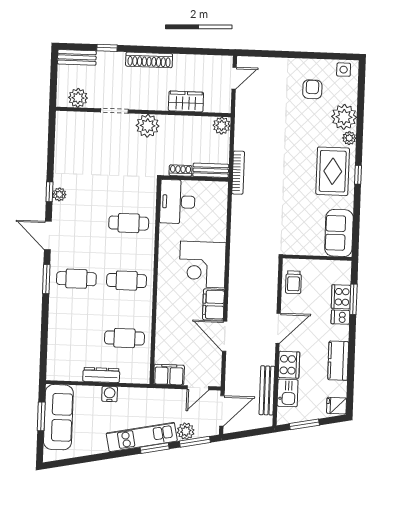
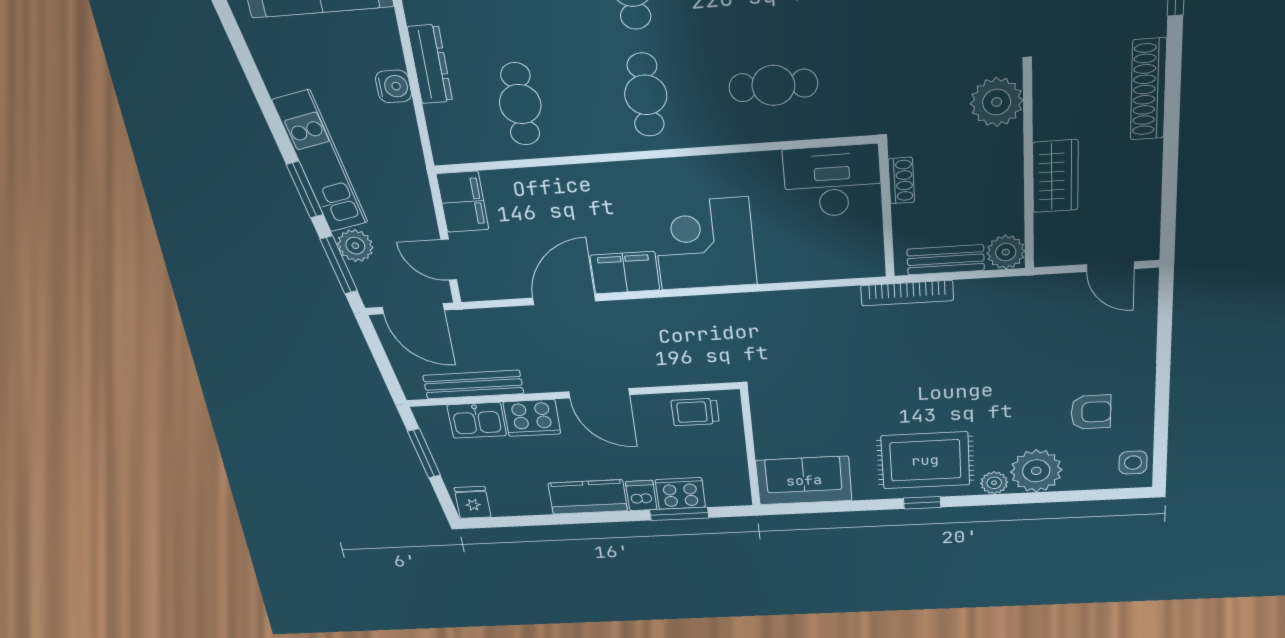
bench: (211, 170) -> (946, 260), moved, turned 90
cafe table: (129, 223) -> (773, 85), turned 90
kitchen counter: (338, 361) -> (588, 497), moved

